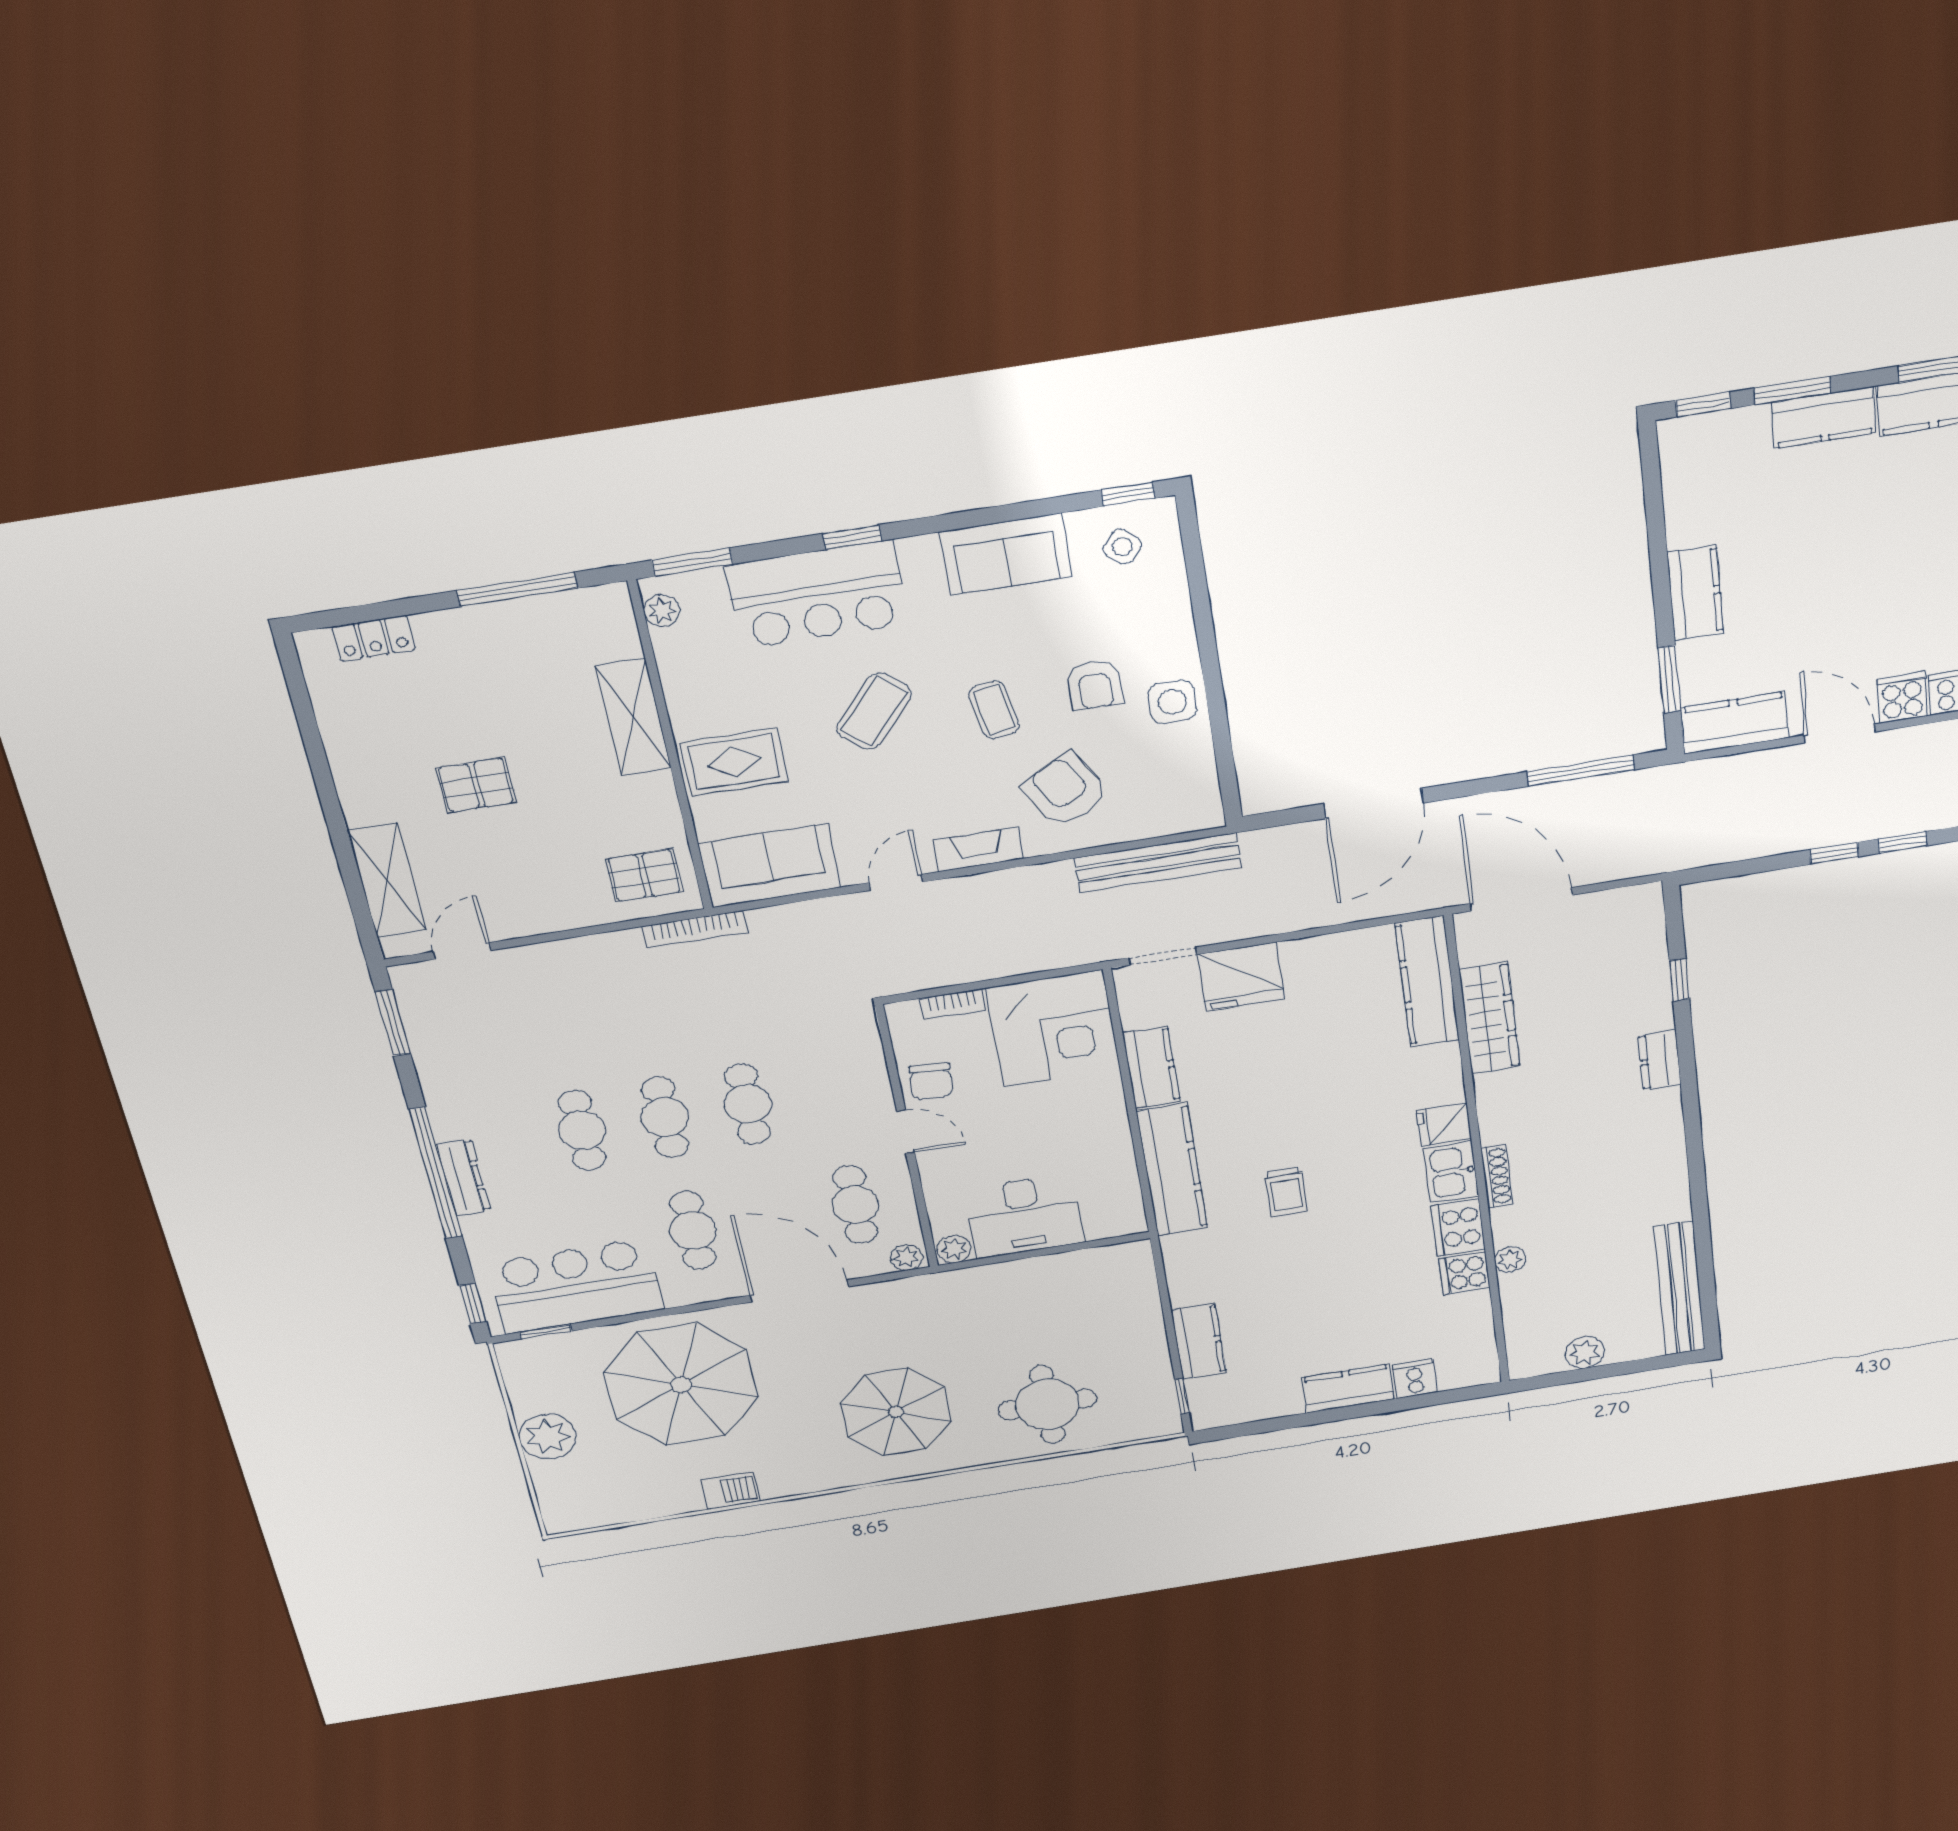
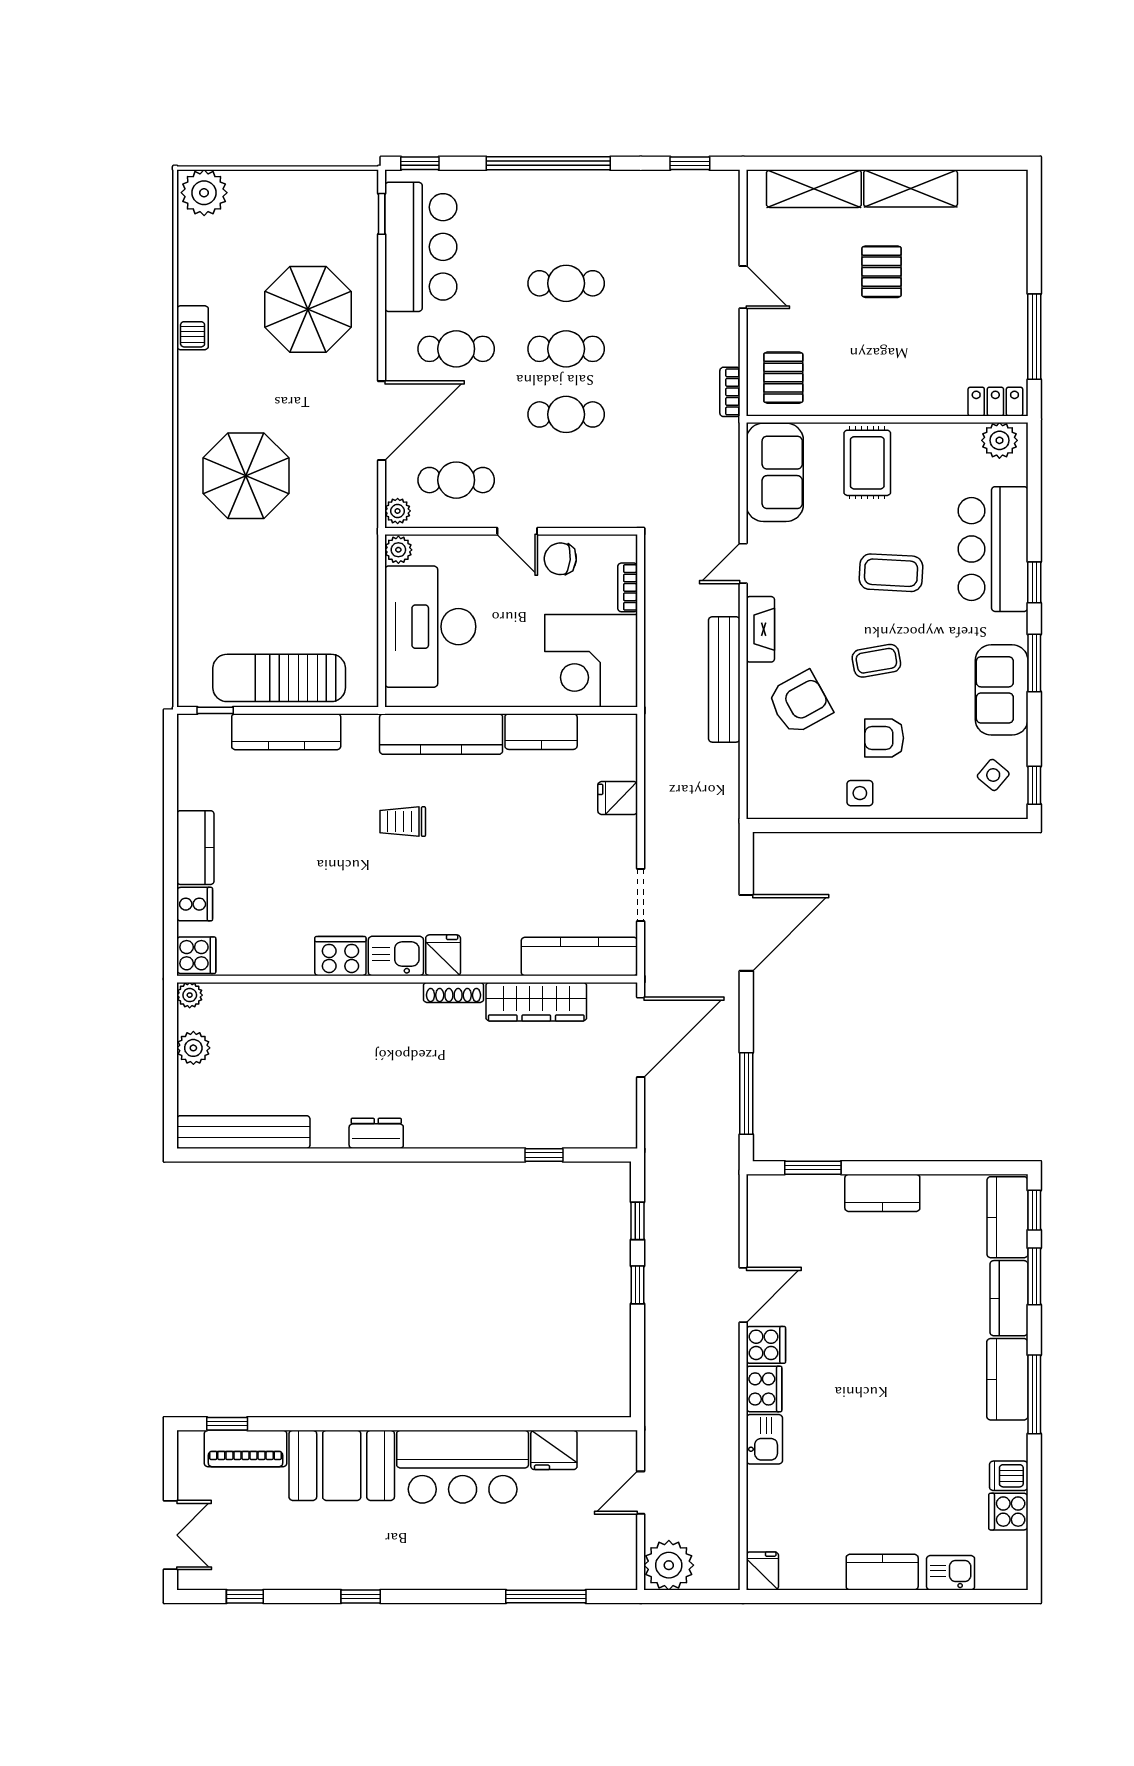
window: (692, 562) -> (1034, 663), moved
plant: (662, 611) -> (999, 440), width x1.38, depth x1.38
locker: (374, 638) -> (995, 402), moved, turned 90
side table: (1172, 702) -> (860, 793), width x0.73, depth x0.73
coffee table: (874, 711) -> (891, 573), turned -38
shelving: (633, 717) -> (911, 188), moved
kitchen counter: (1735, 723) -> (1007, 1217), moved, turned 180
door: (1373, 803) -> (746, 933), swing flipped
window: (1903, 842) -> (637, 1221), moved
bench: (1158, 863) -> (724, 679), moved
door: (896, 882) -> (743, 563), swing flipped
bookcase: (695, 929) -> (730, 392), width x0.64
door: (462, 951) -> (743, 287), moved
doorway: (1163, 956) -> (641, 895), moved
fridge: (1241, 977) -> (618, 798), width x0.53, depth x0.75
window: (393, 1023) -> (690, 163), width x0.67
dresser: (1660, 1060) -> (376, 1133), moved
door: (906, 1132) -> (517, 531), hinge flipped
shoe rack: (1497, 1176) -> (454, 992), moved
dresser: (463, 1178) -> (540, 183), removed
desk: (1024, 1216) -> (430, 627), width x1.36, depth x1.30
plant: (1510, 1259) -> (190, 995), moved
cooker: (1464, 1273) -> (196, 955), moved, turned 90
sun lounger: (1132, 1341) -> (279, 678), added
kitchen counter: (1199, 1342) -> (286, 732), width x1.50
parasol: (681, 1385) -> (308, 309), width x0.73, depth x0.73
round table: (1047, 1404) -> (229, 599), removed
plant: (548, 1437) -> (204, 193), moved

